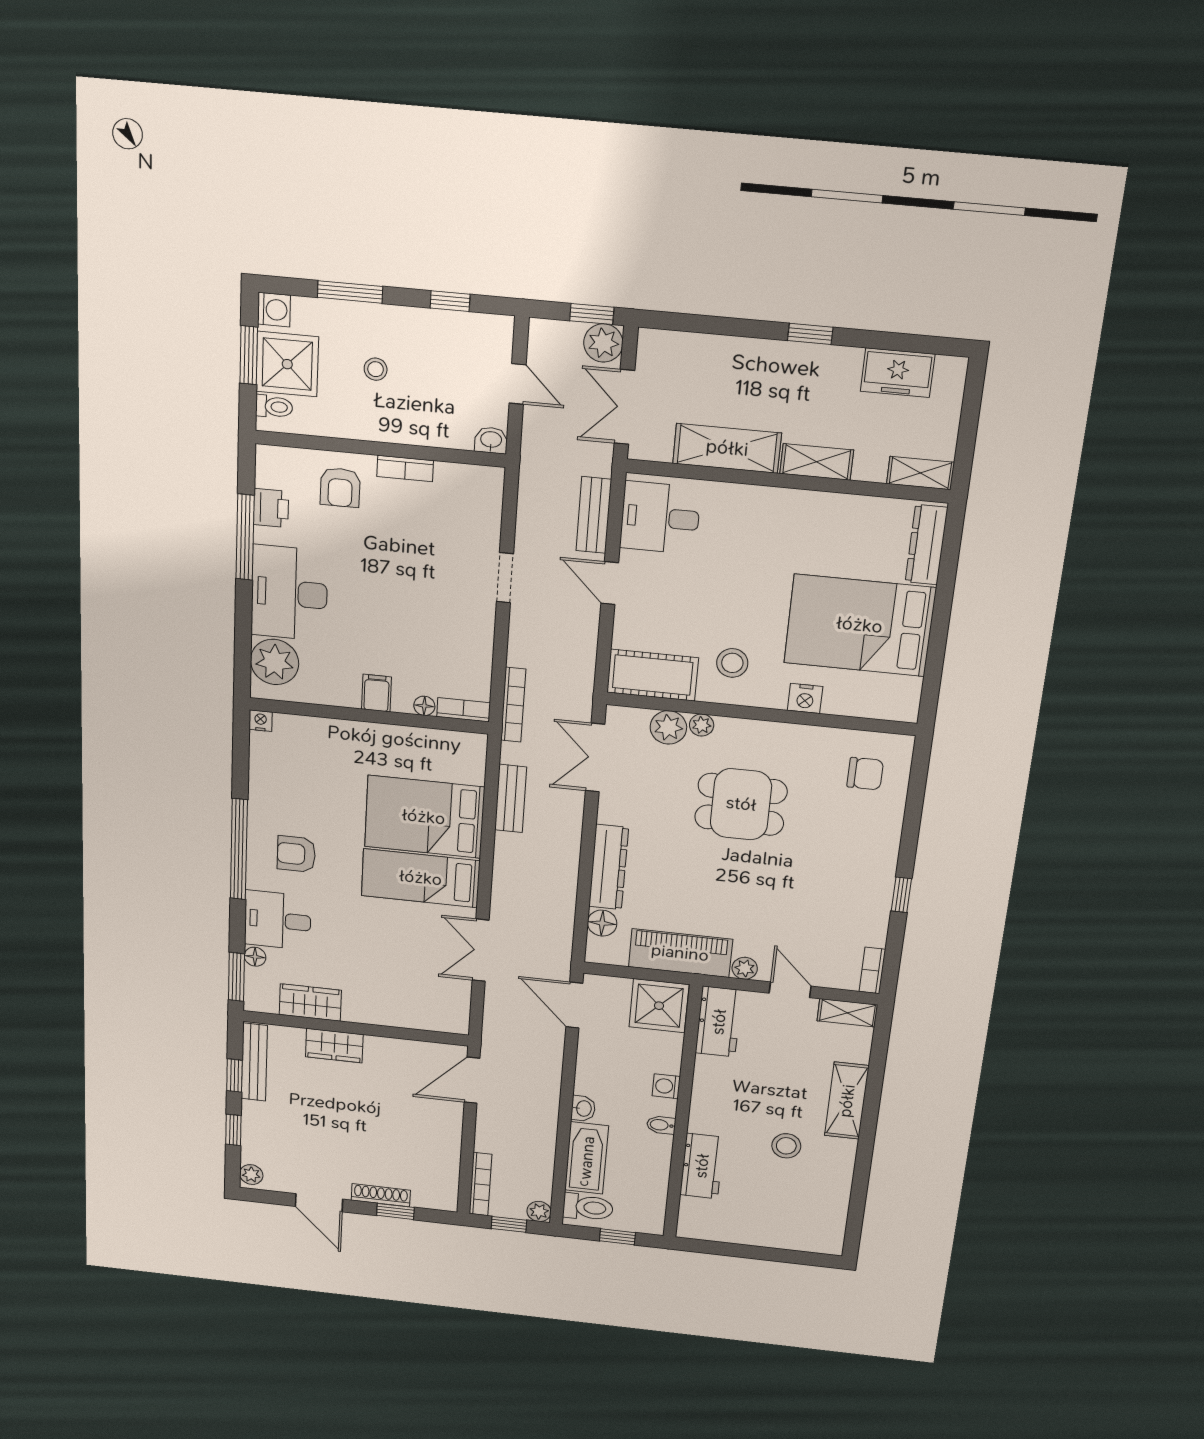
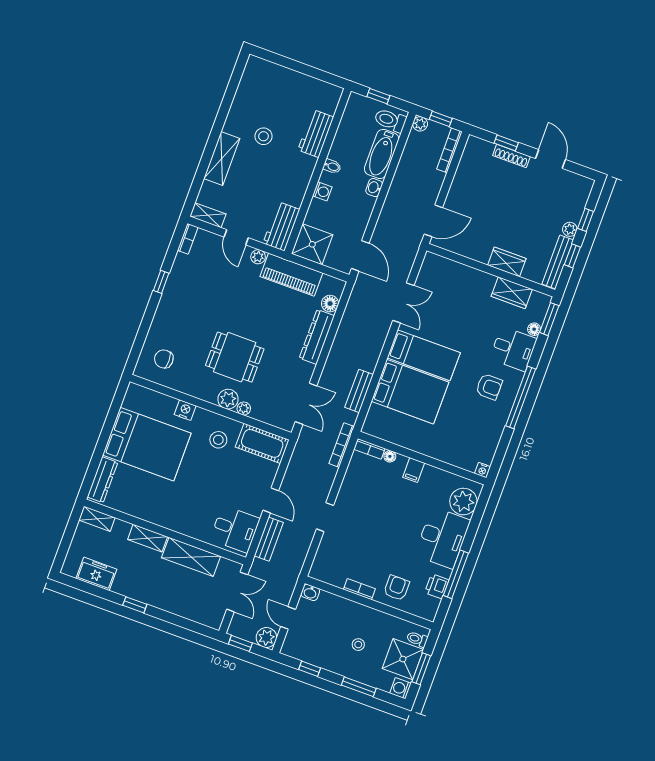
plant: (603, 343) -> (266, 637), moved
plant: (668, 727) -> (228, 399), moved
plant: (251, 1175) -> (570, 229), moved

